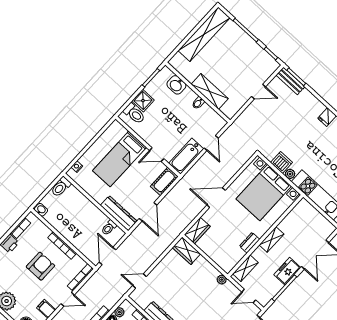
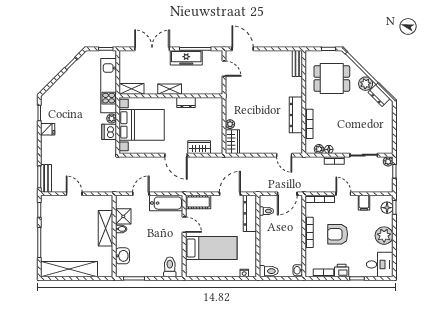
shower: (143, 101) -> (123, 216), moved
wardrobe: (197, 231) -> (199, 147), moved
shelving: (245, 268) -> (131, 89), moved
freezer: (287, 271) -> (186, 58), width x1.40
plant: (222, 280) -> (230, 124), moved

